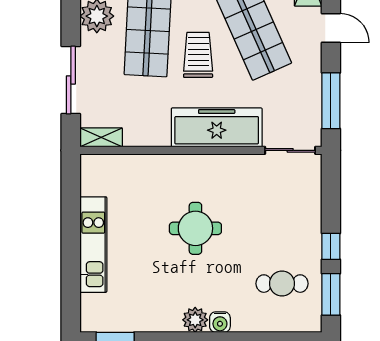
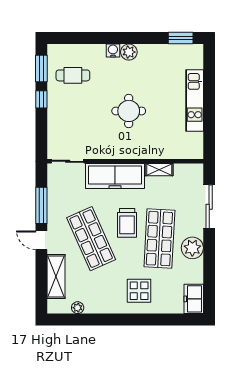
window: (331, 101) -> (41, 205), moved
shelving: (101, 137) -> (159, 170), moved

